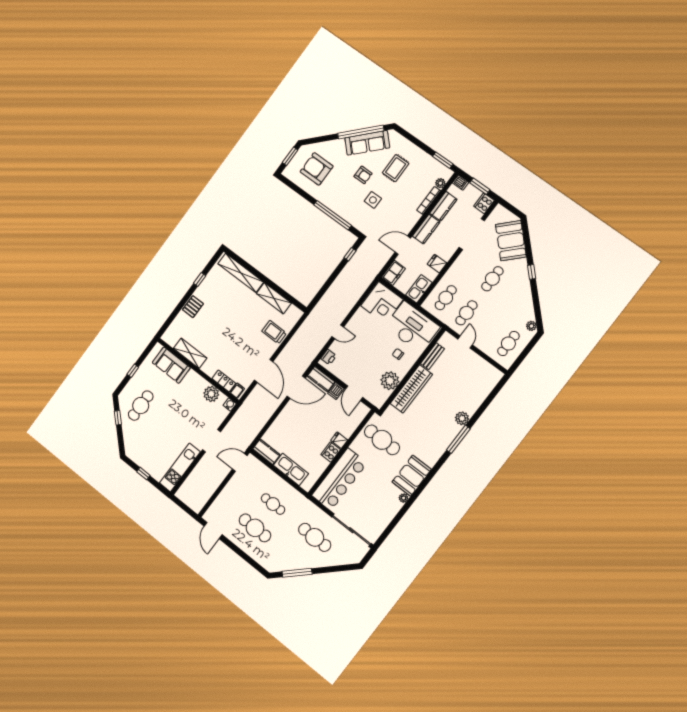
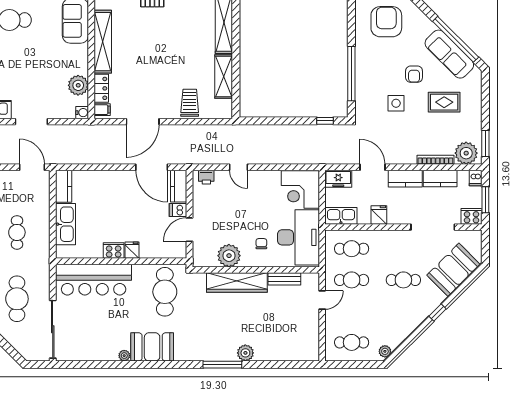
plant: (440, 183) -> (466, 153), width x1.87, depth x1.87
shelving: (190, 353) -> (103, 42), width x1.47

